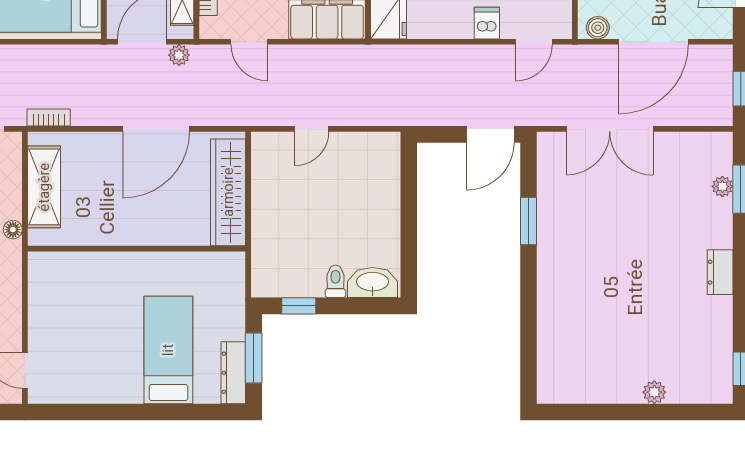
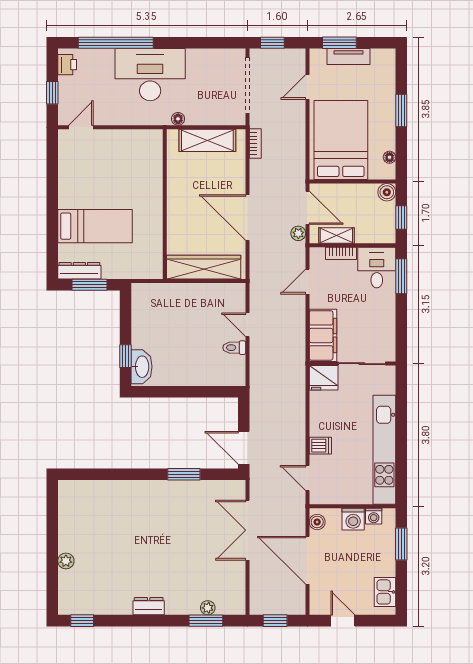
toilet: (335, 281) -> (234, 348), moved, turned 180
window: (299, 306) -> (125, 356), moved

